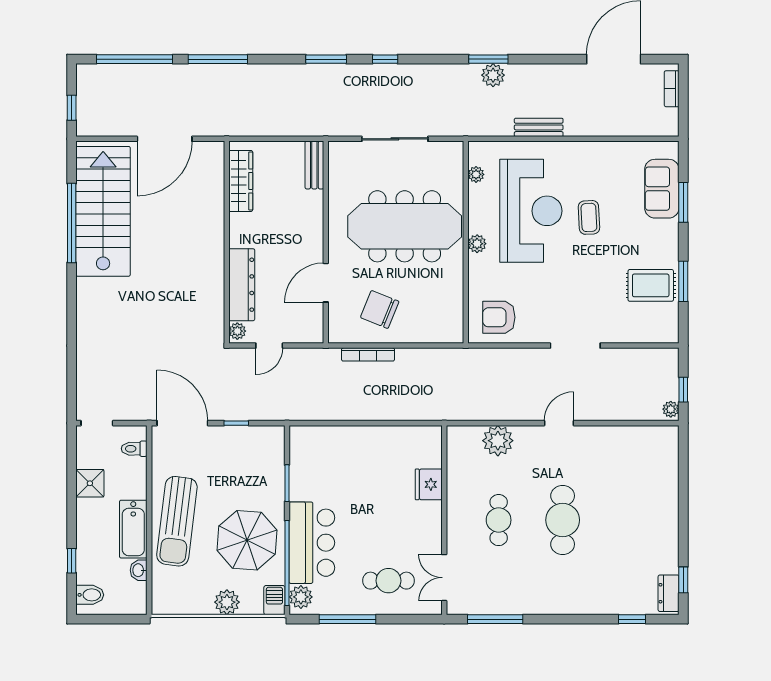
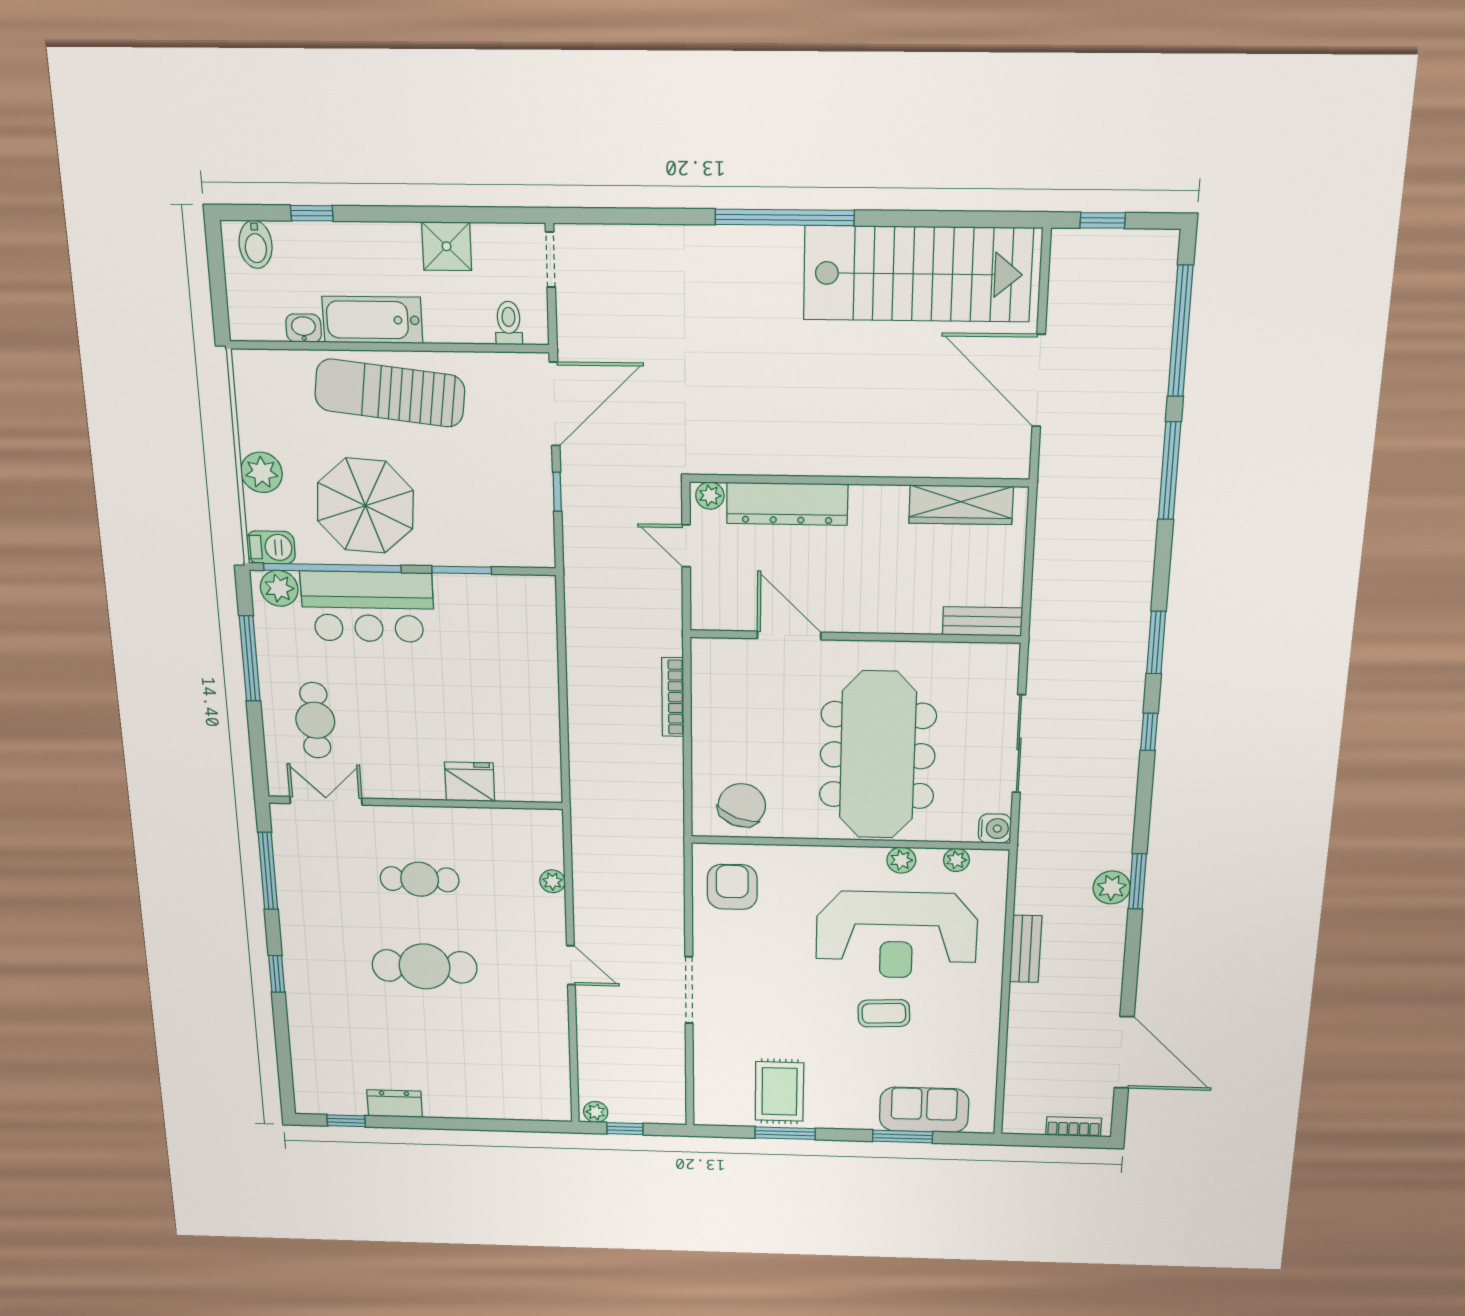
water cooler: (453, 151) -> (995, 829), added
window: (72, 223) -> (785, 217), moved
plant: (477, 244) -> (901, 860), moved
chair: (380, 309) -> (742, 805), moved
plant: (498, 441) -> (553, 881), width x0.53, depth x0.53
dresser: (669, 593) -> (395, 1104), moved
window: (632, 619) -> (277, 974), moved

